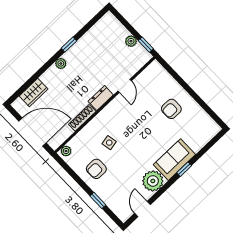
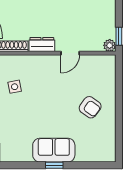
plant: (131, 41) -> (110, 45), moved
armchair: (171, 109) -> (90, 107), turned -144
plant: (153, 181) -> (20, 151), removed

